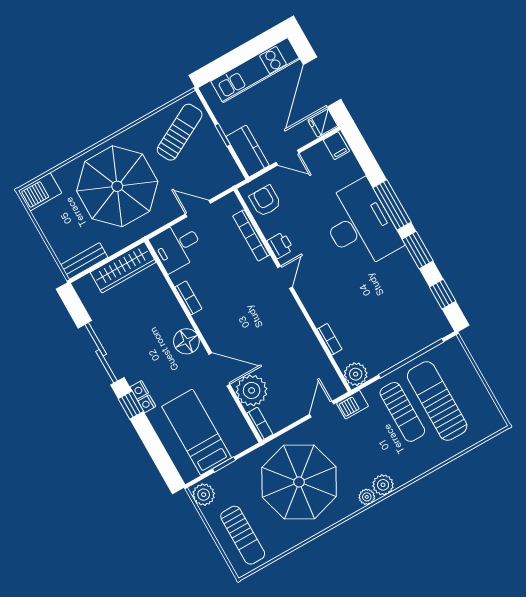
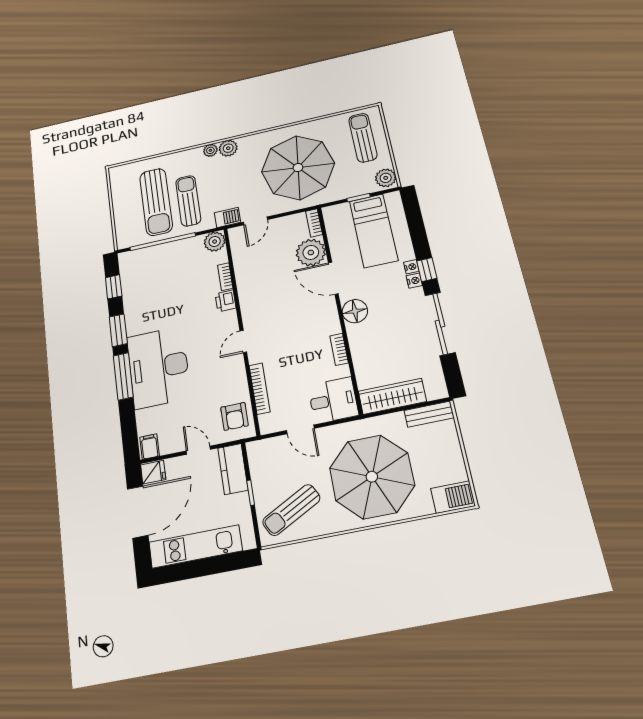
printer: (280, 245) -> (226, 301), moved
plant: (367, 497) -> (210, 150), moved

